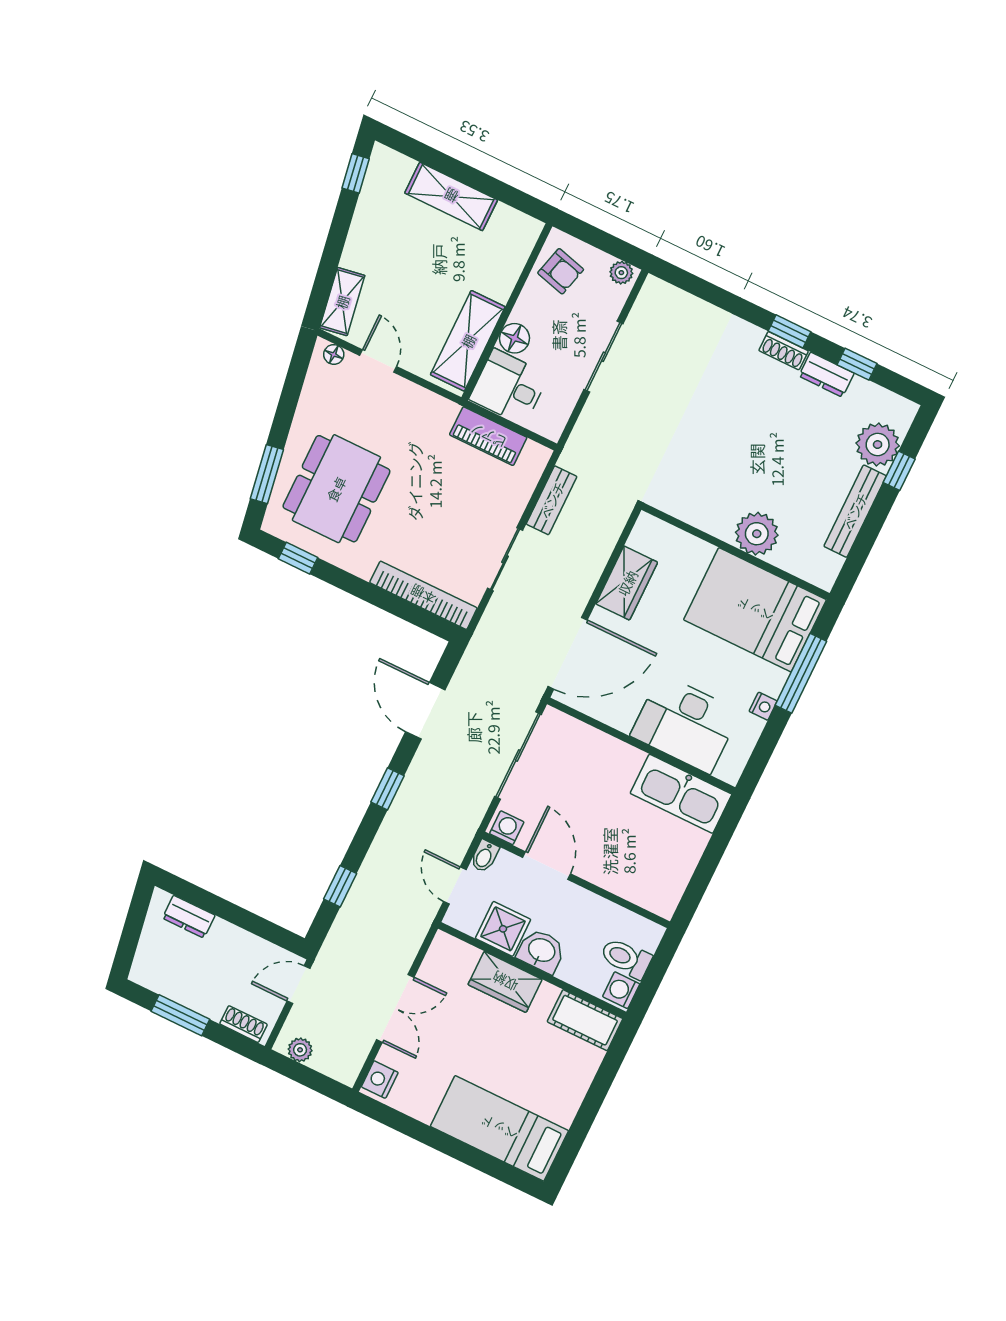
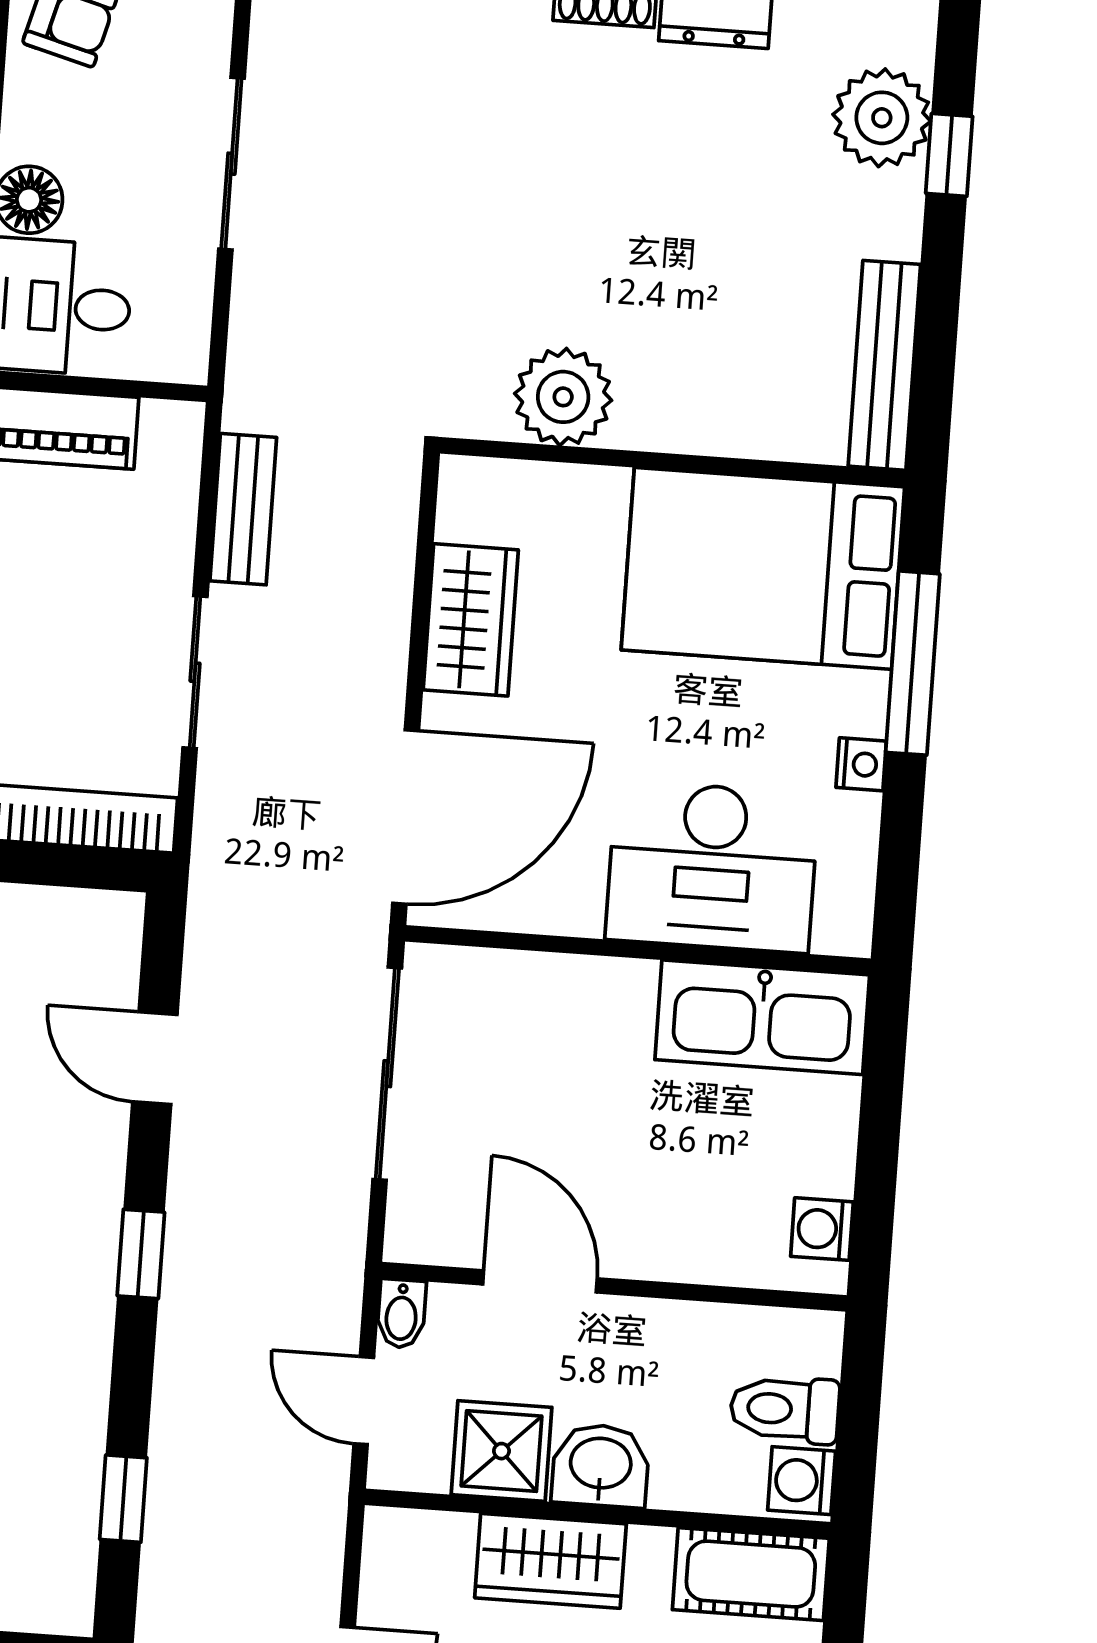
bench: (855, 511) -> (884, 365), moved
plant: (757, 534) -> (563, 397), moved
door: (425, 711) -> (155, 1058), width x0.73
washing machine: (507, 828) -> (822, 1229), moved, turned -90

